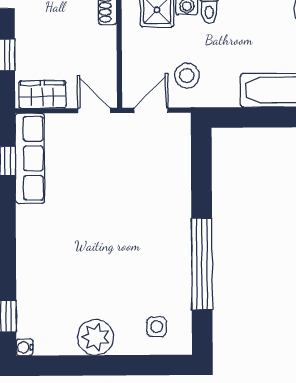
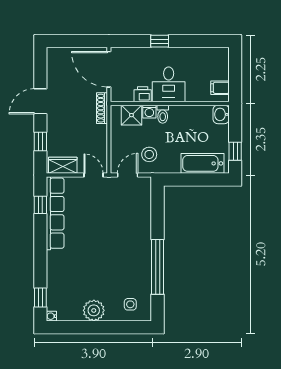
row of seats: (30, 158) -> (55, 213), width x1.36

